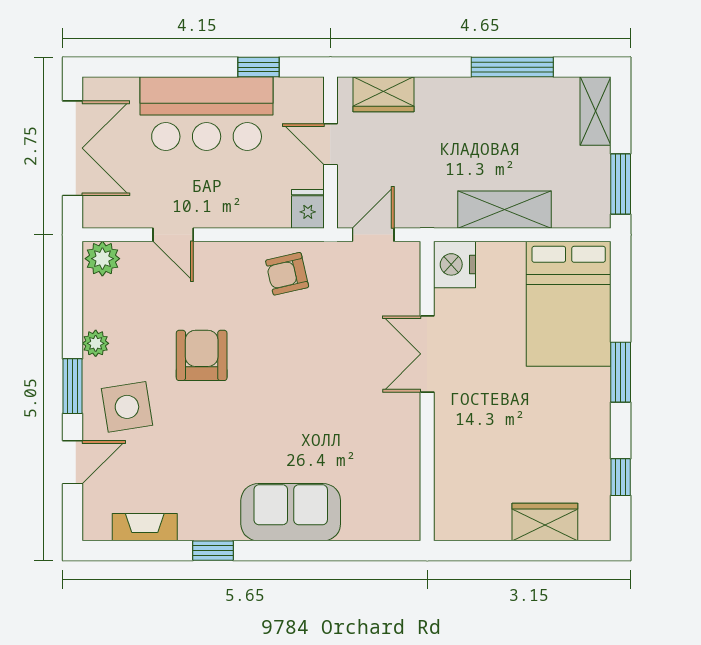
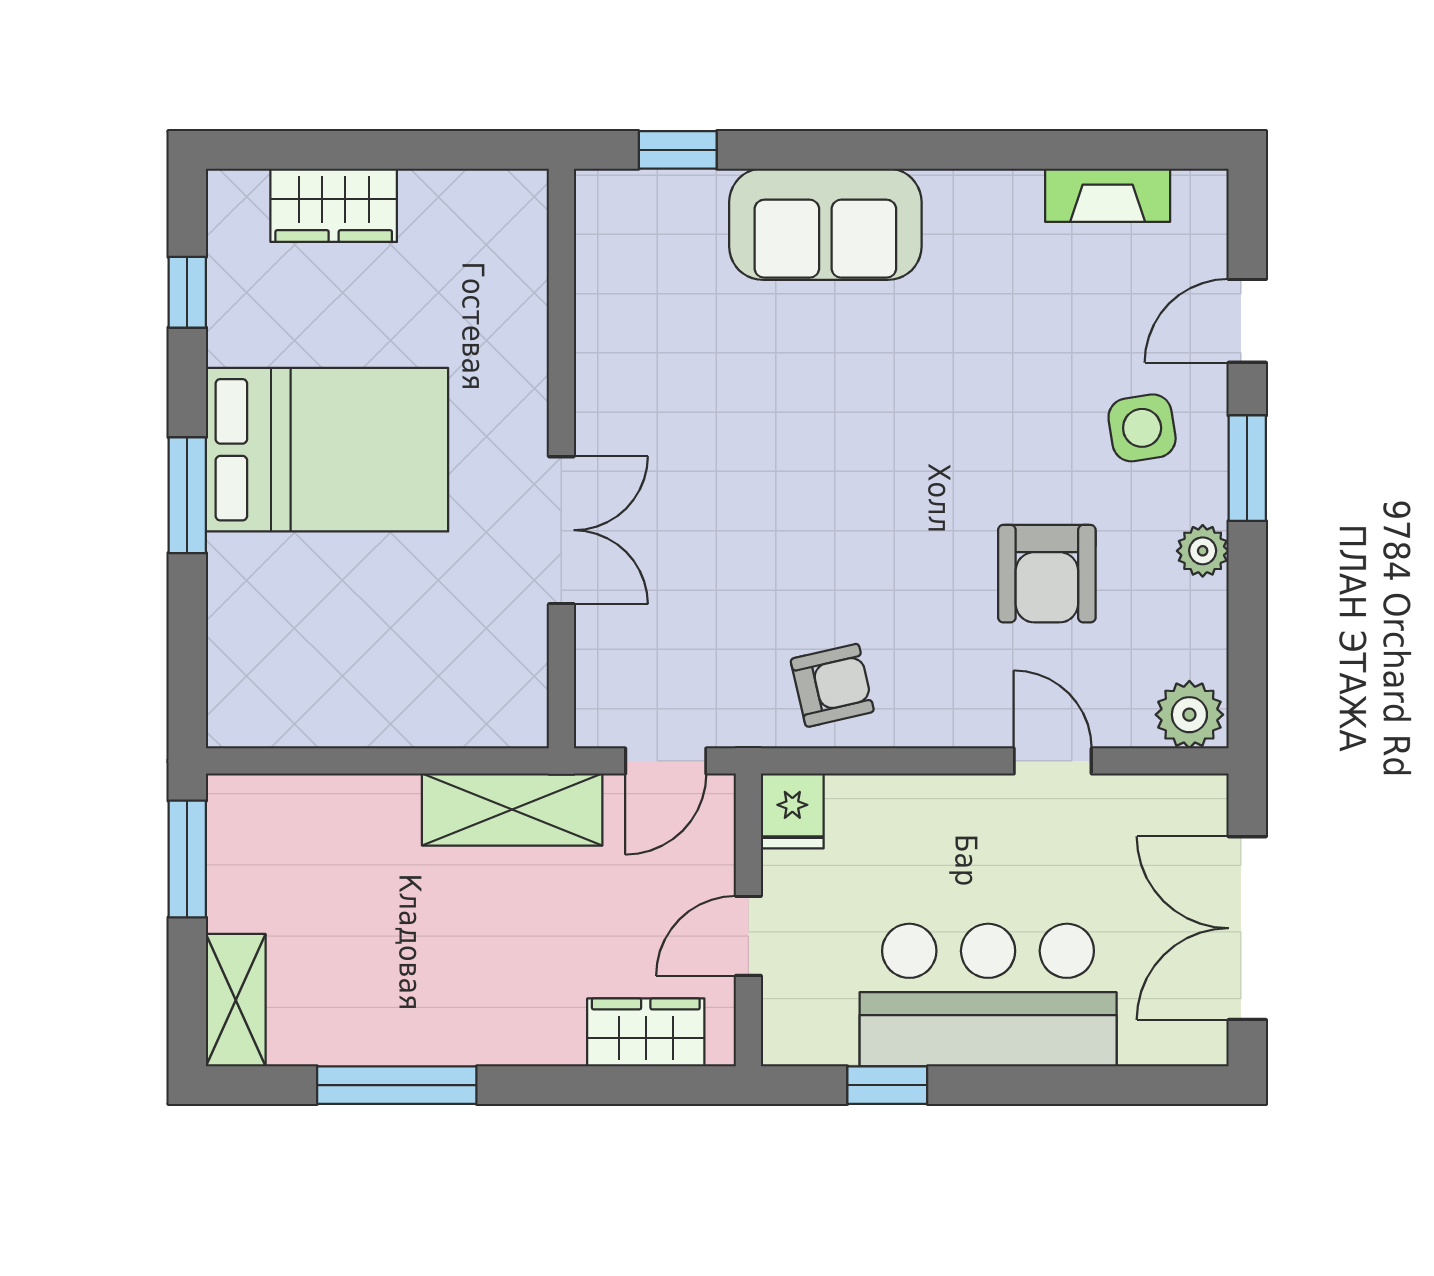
door: (330, 144) -> (748, 936), swing flipped
shelving: (504, 210) -> (512, 809), moved
nightstand: (455, 264) -> (508, 703), removed
bed: (569, 304) -> (327, 450), moved, turned 90
armchair: (202, 355) -> (1047, 574), moved
side table: (127, 407) -> (1142, 428), width x0.73, depth x0.73
window: (213, 551) -> (678, 150), moved

